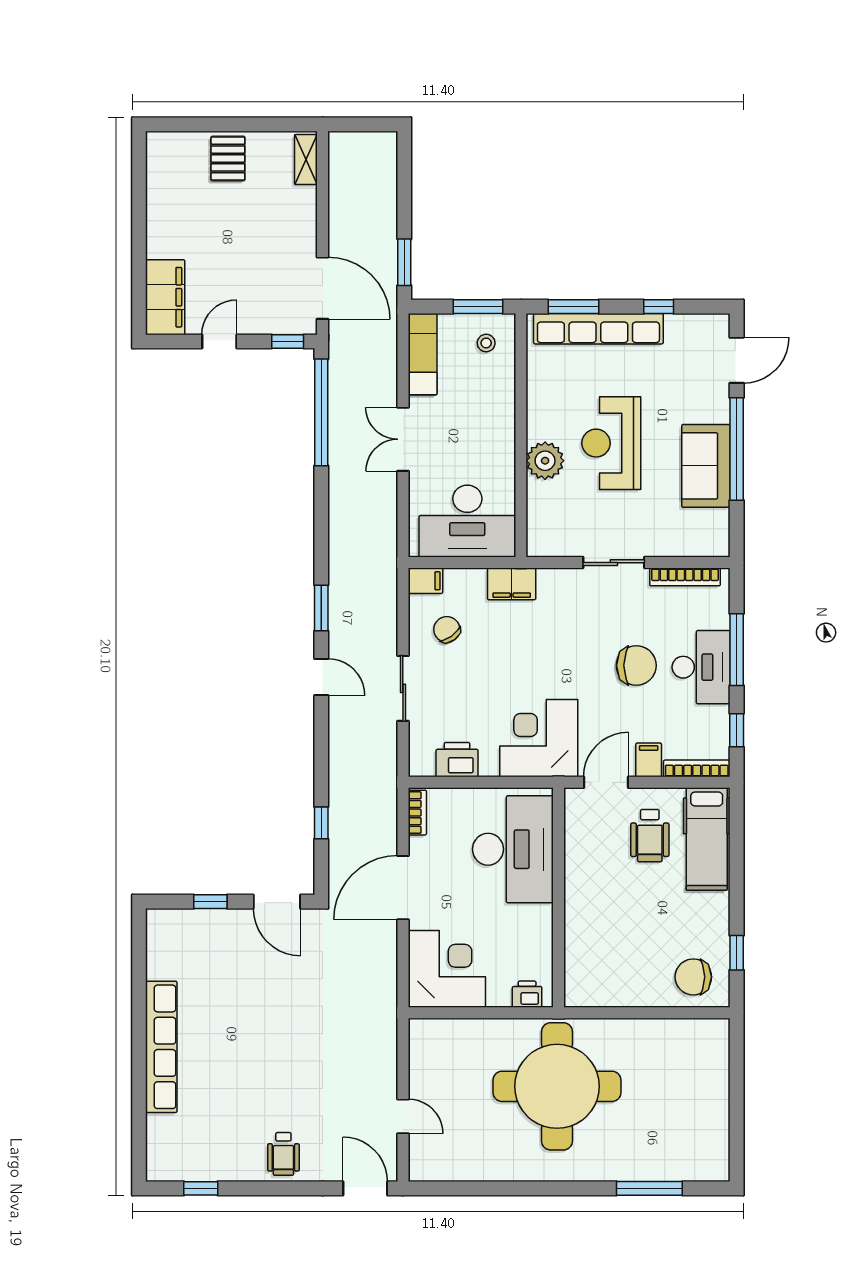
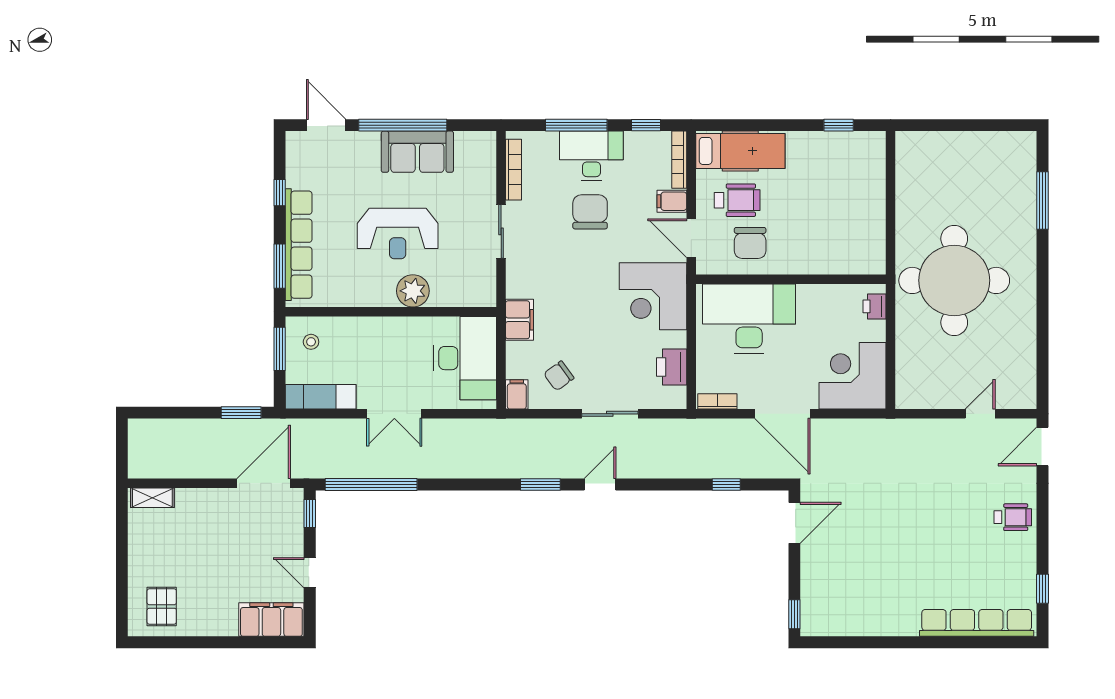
pallet: (228, 158) -> (162, 606), moved, turned 90
window: (210, 902) -> (794, 614), moved
chair: (693, 977) -> (750, 243), moved
row of seats: (161, 1047) -> (977, 623), moved

